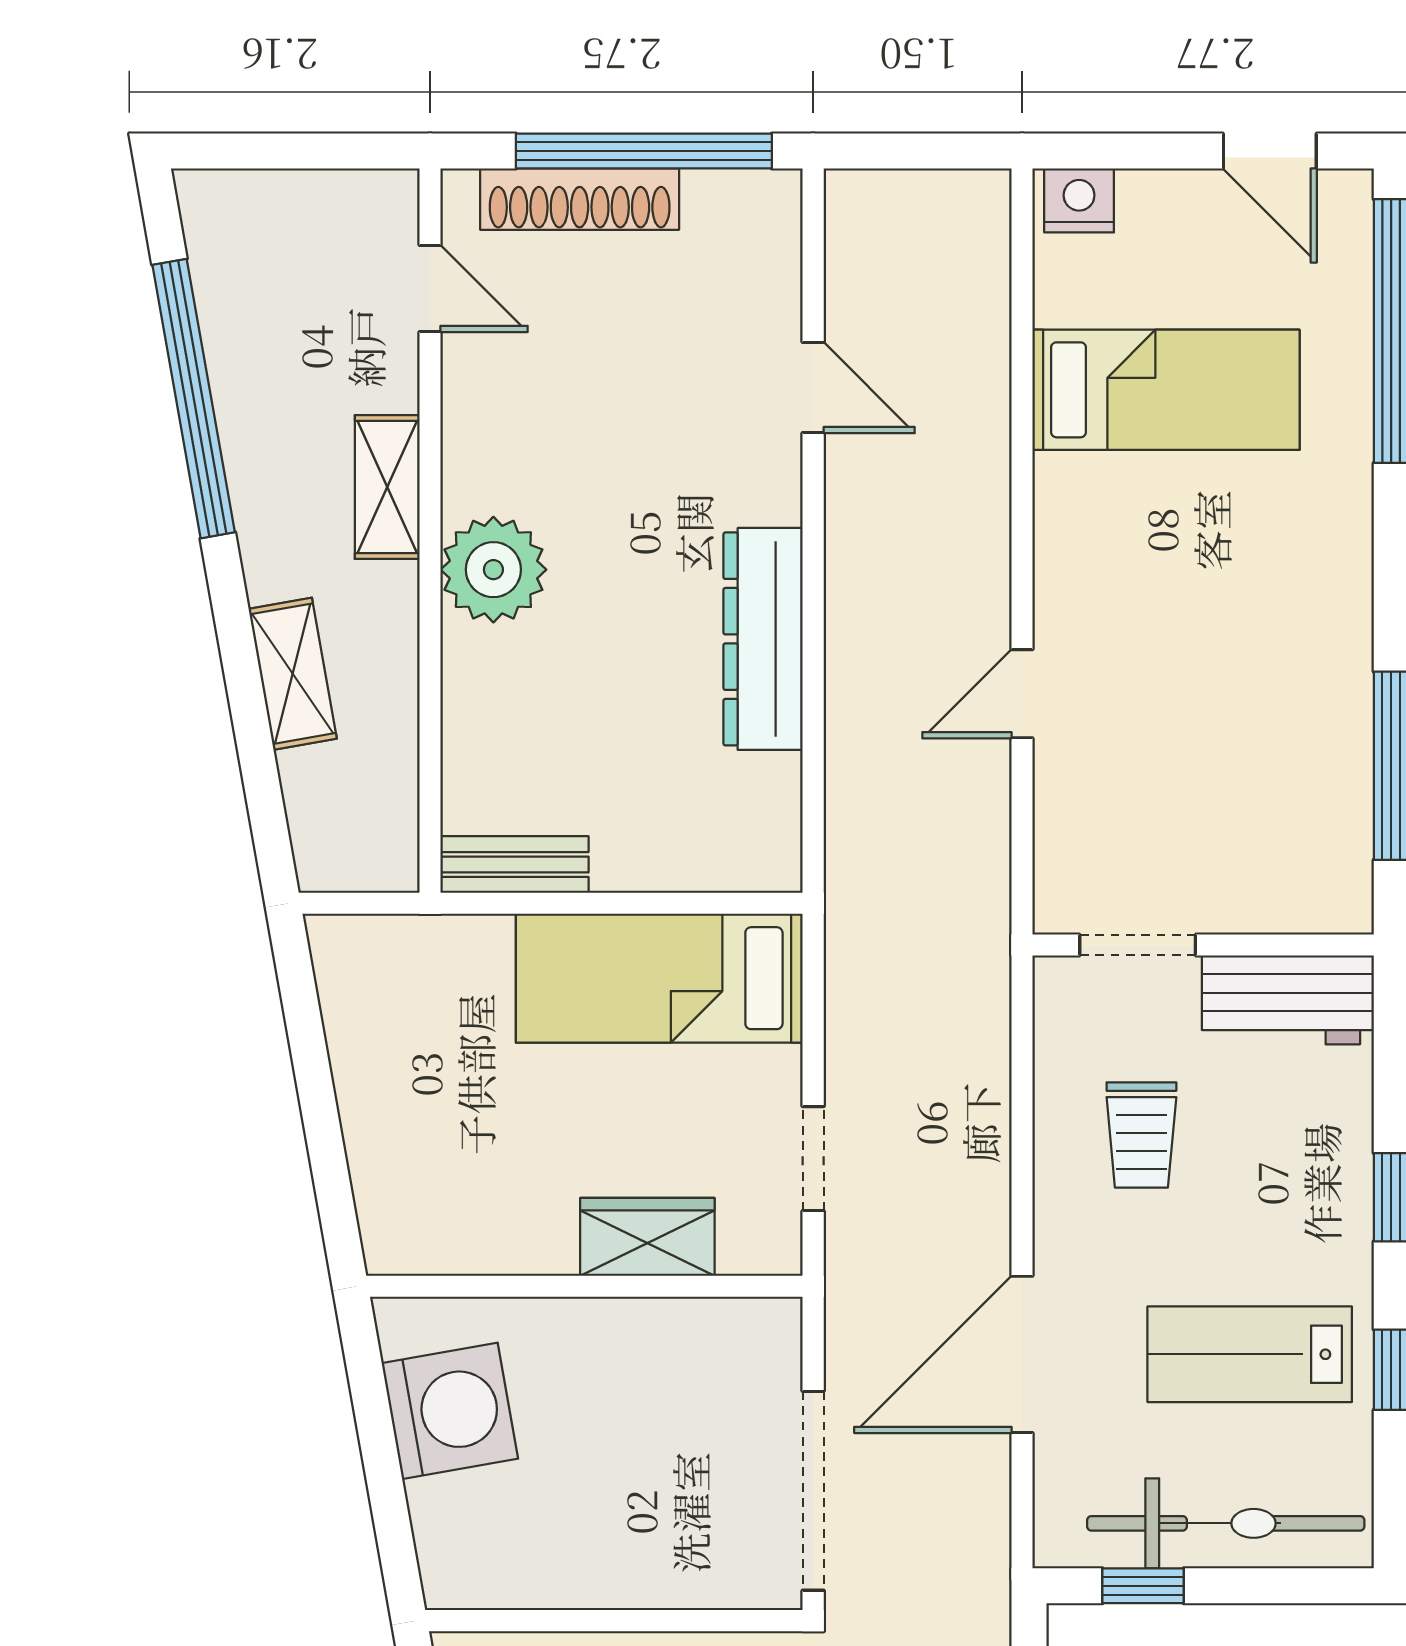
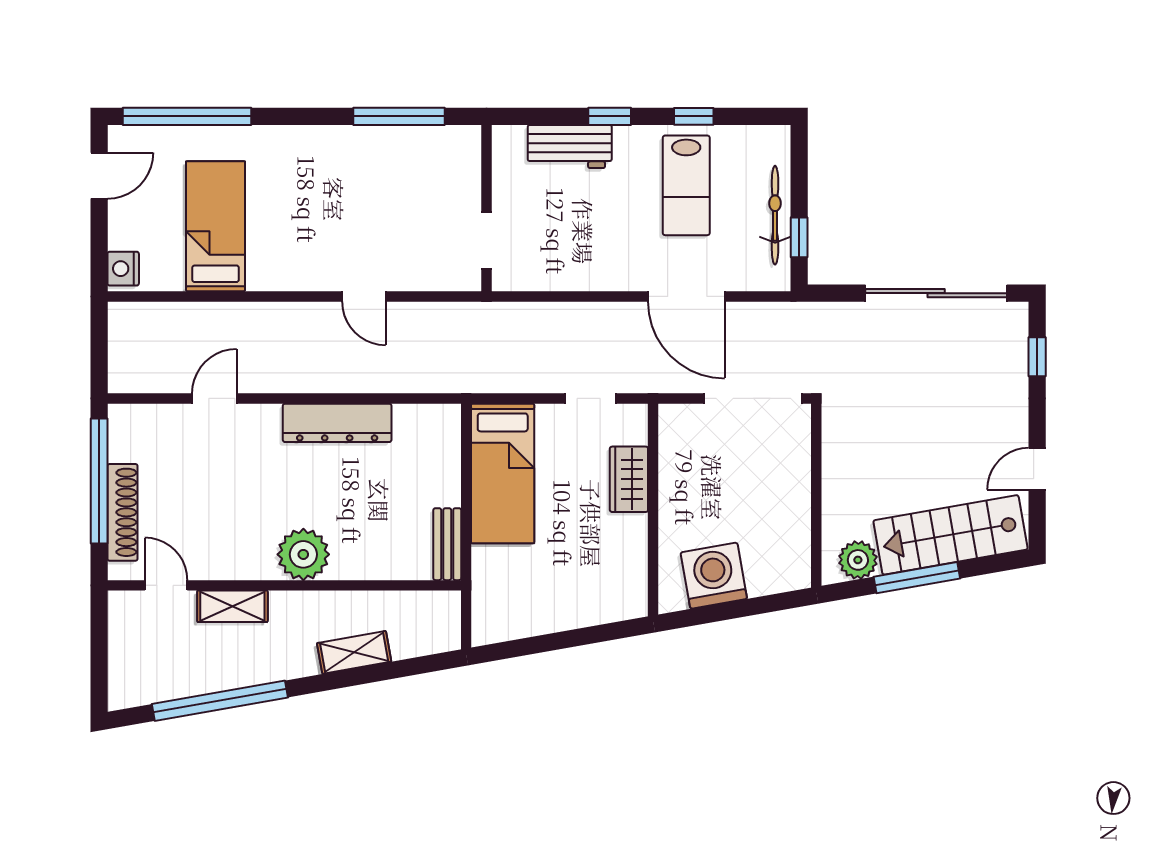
door: (430, 288) -> (166, 585), hinge flipped
shelving: (387, 487) -> (232, 606), moved
workbench: (1288, 1000) -> (570, 146), moved, turned 90
trolley: (1141, 1135) -> (579, 238), removed
bicycle: (1226, 1523) -> (775, 215), width x0.73, depth x0.71

